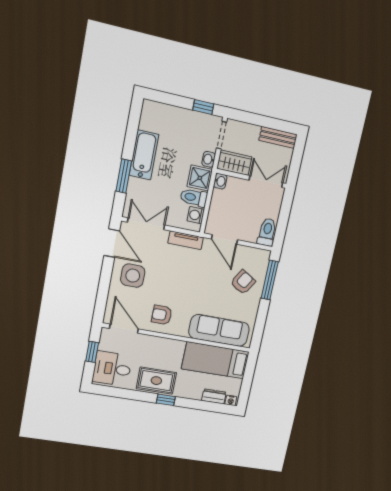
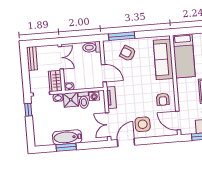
window: (124, 176) -> (66, 147), moved
double door: (266, 182) -> (61, 58), swing flipped
door: (225, 239) -> (104, 73), hinge flipped
door: (124, 329) -> (178, 121), hinge flipped

